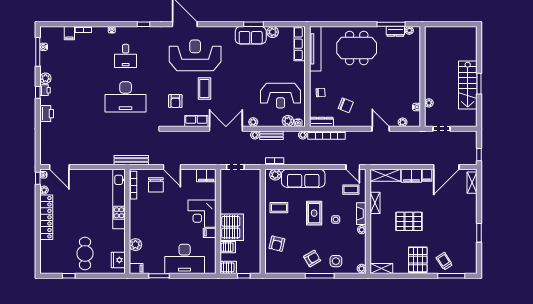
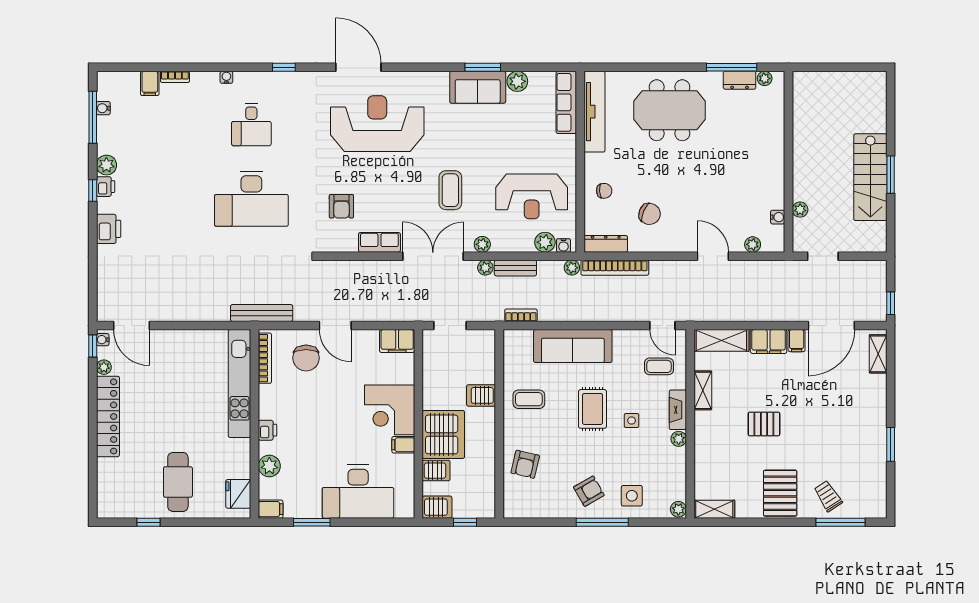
coffee table: (204, 88) -> (450, 190), moved
plant: (275, 175) -> (522, 339), removed
server rack: (253, 206) -> (481, 395), added
pallet: (409, 221) -> (764, 424), width x0.67, depth x0.71
printer: (135, 225) -> (268, 430), added

